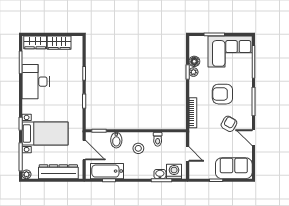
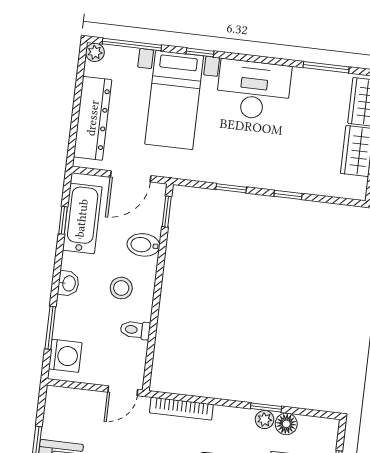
desk: (36, 82) -> (254, 90), moved
door: (188, 154) -> (123, 391), moved
washbasin: (160, 174) -> (68, 283), moved

